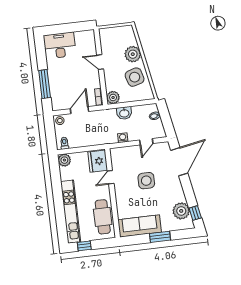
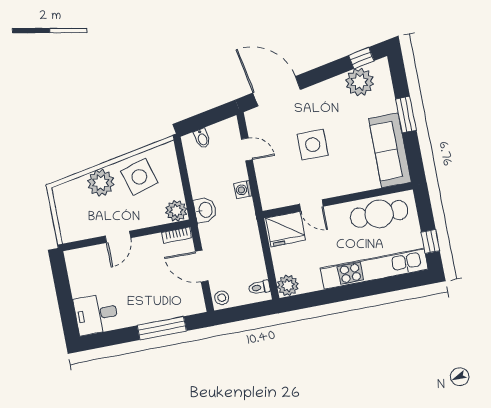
desk: (60, 45) -> (96, 314), width x0.73
washbasin: (124, 113) -> (205, 210), moved

